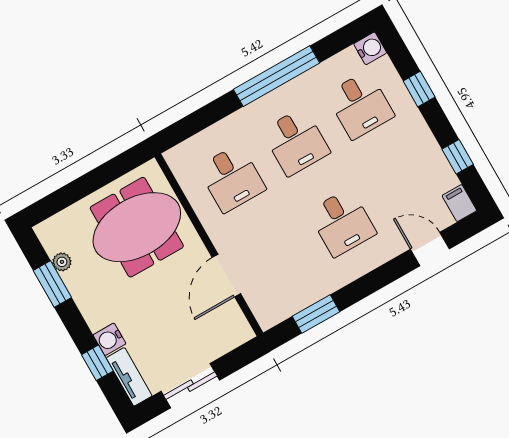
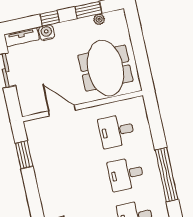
desk: (342, 223) -> (71, 186), removed
window: (97, 363) -> (50, 18), moved

